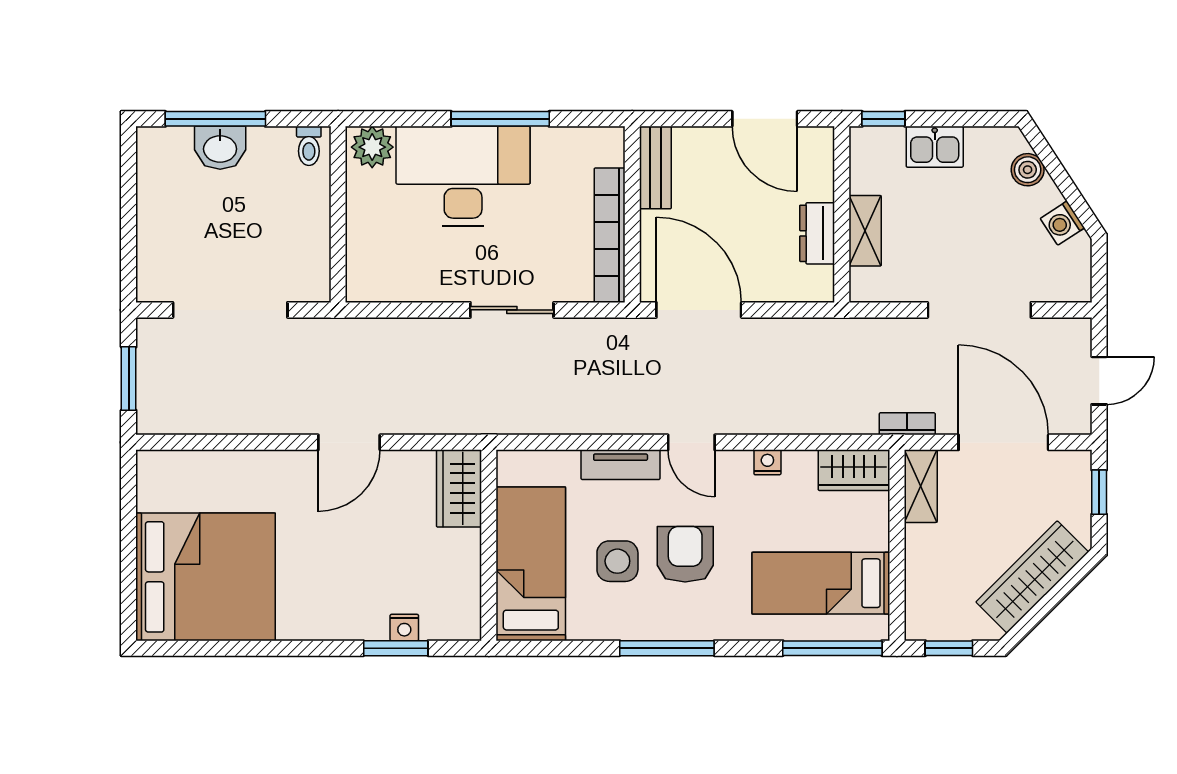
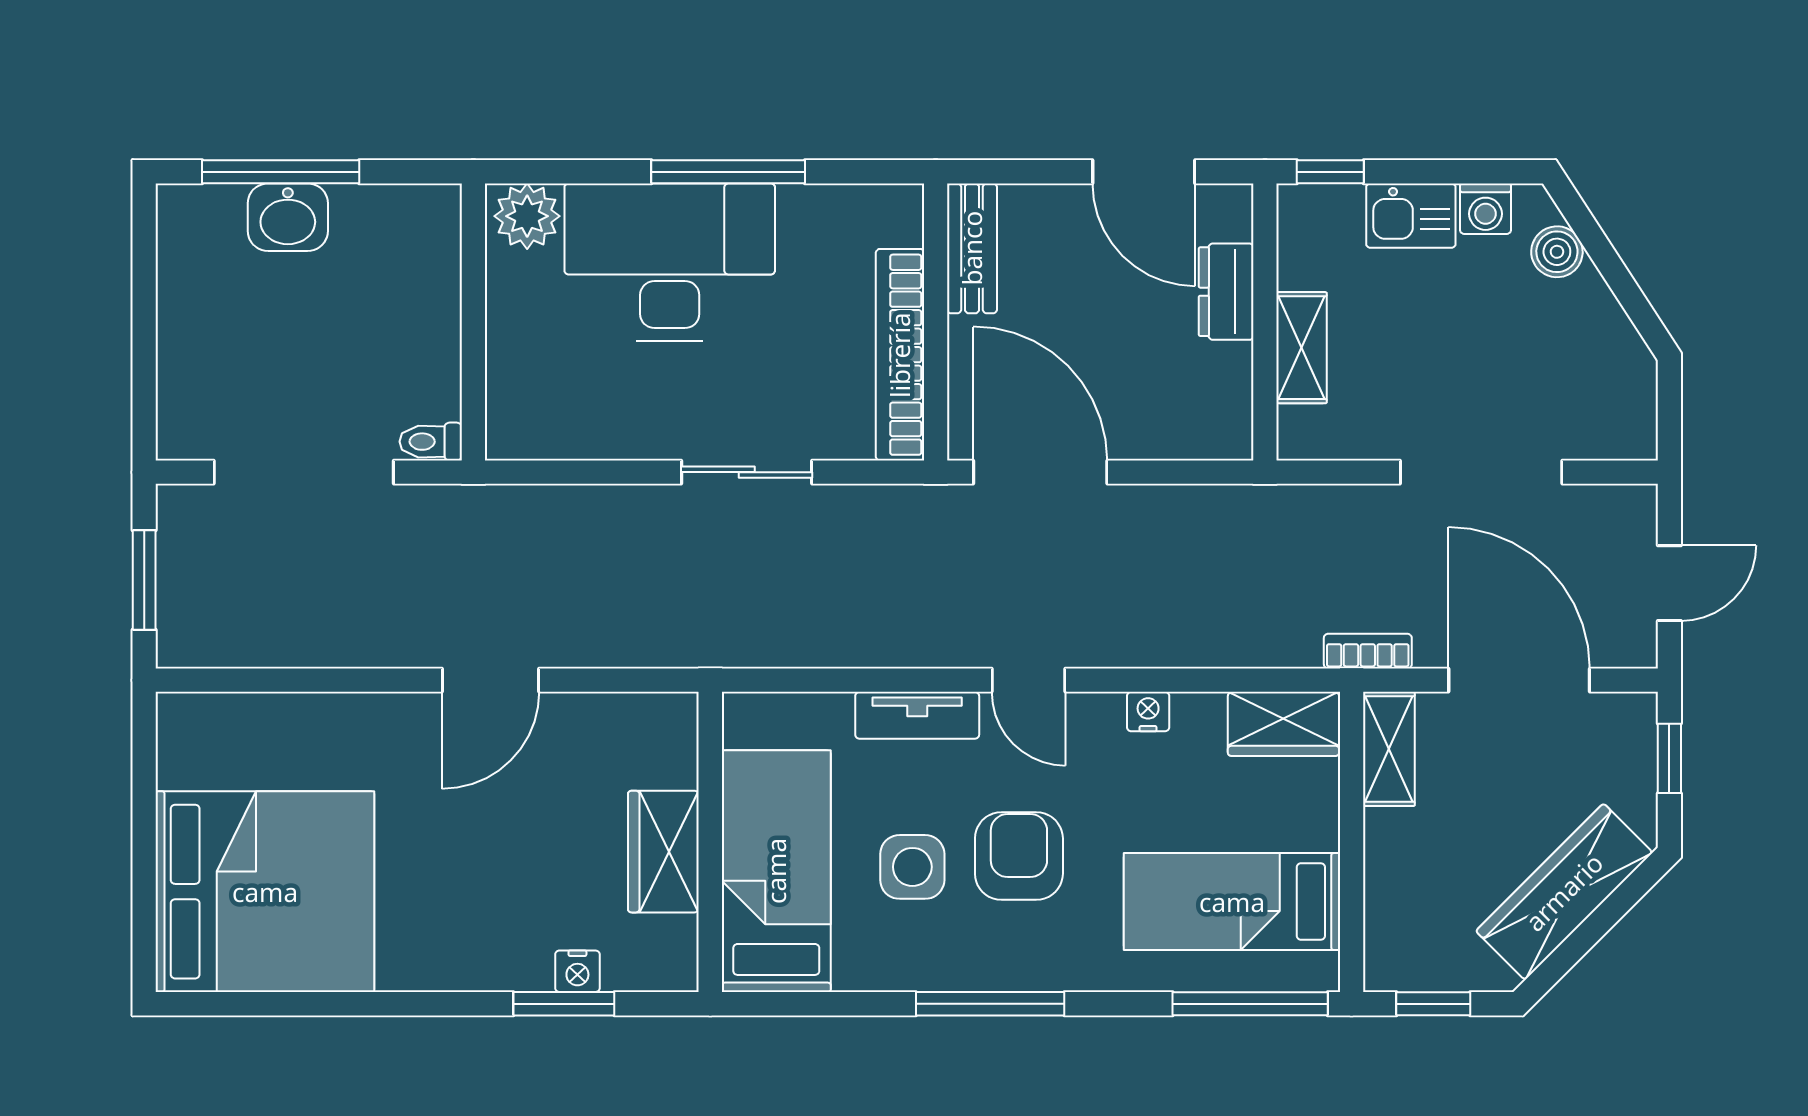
toilet: (309, 146) -> (431, 442), moved, turned 90
washing machine: (1062, 223) -> (1485, 209), moved, turned -57
dresser: (817, 233) -> (1226, 292), moved
wardrobe: (459, 488) -> (663, 852), moved

